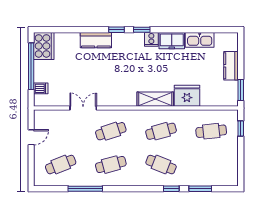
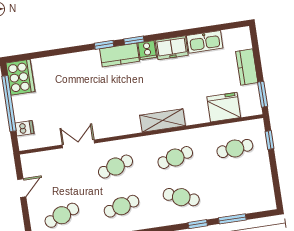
kitchen counter: (96, 40) -> (120, 55), moved
fridge: (187, 96) -> (224, 107), moved

